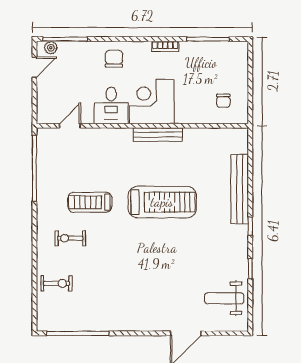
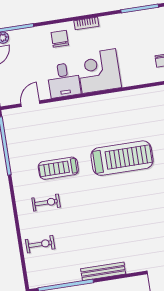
bookcase: (165, 46) -> (86, 23), moved
bench: (158, 135) -> (103, 271), moved
exercise bike: (70, 238) -> (46, 203), turned 180

